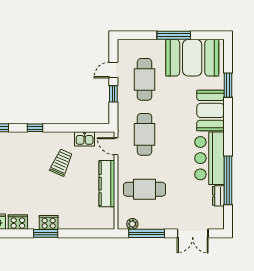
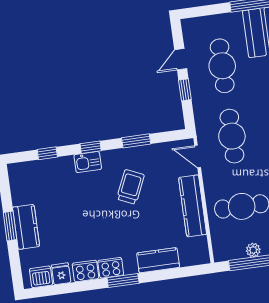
window: (71, 128) -> (136, 141), added
kitchen sink: (85, 139) -> (88, 162), moved
cooker: (49, 222) -> (111, 268), moved
kitchen counter: (75, 222) -> (158, 260), added
plant: (132, 224) -> (253, 250), moved

